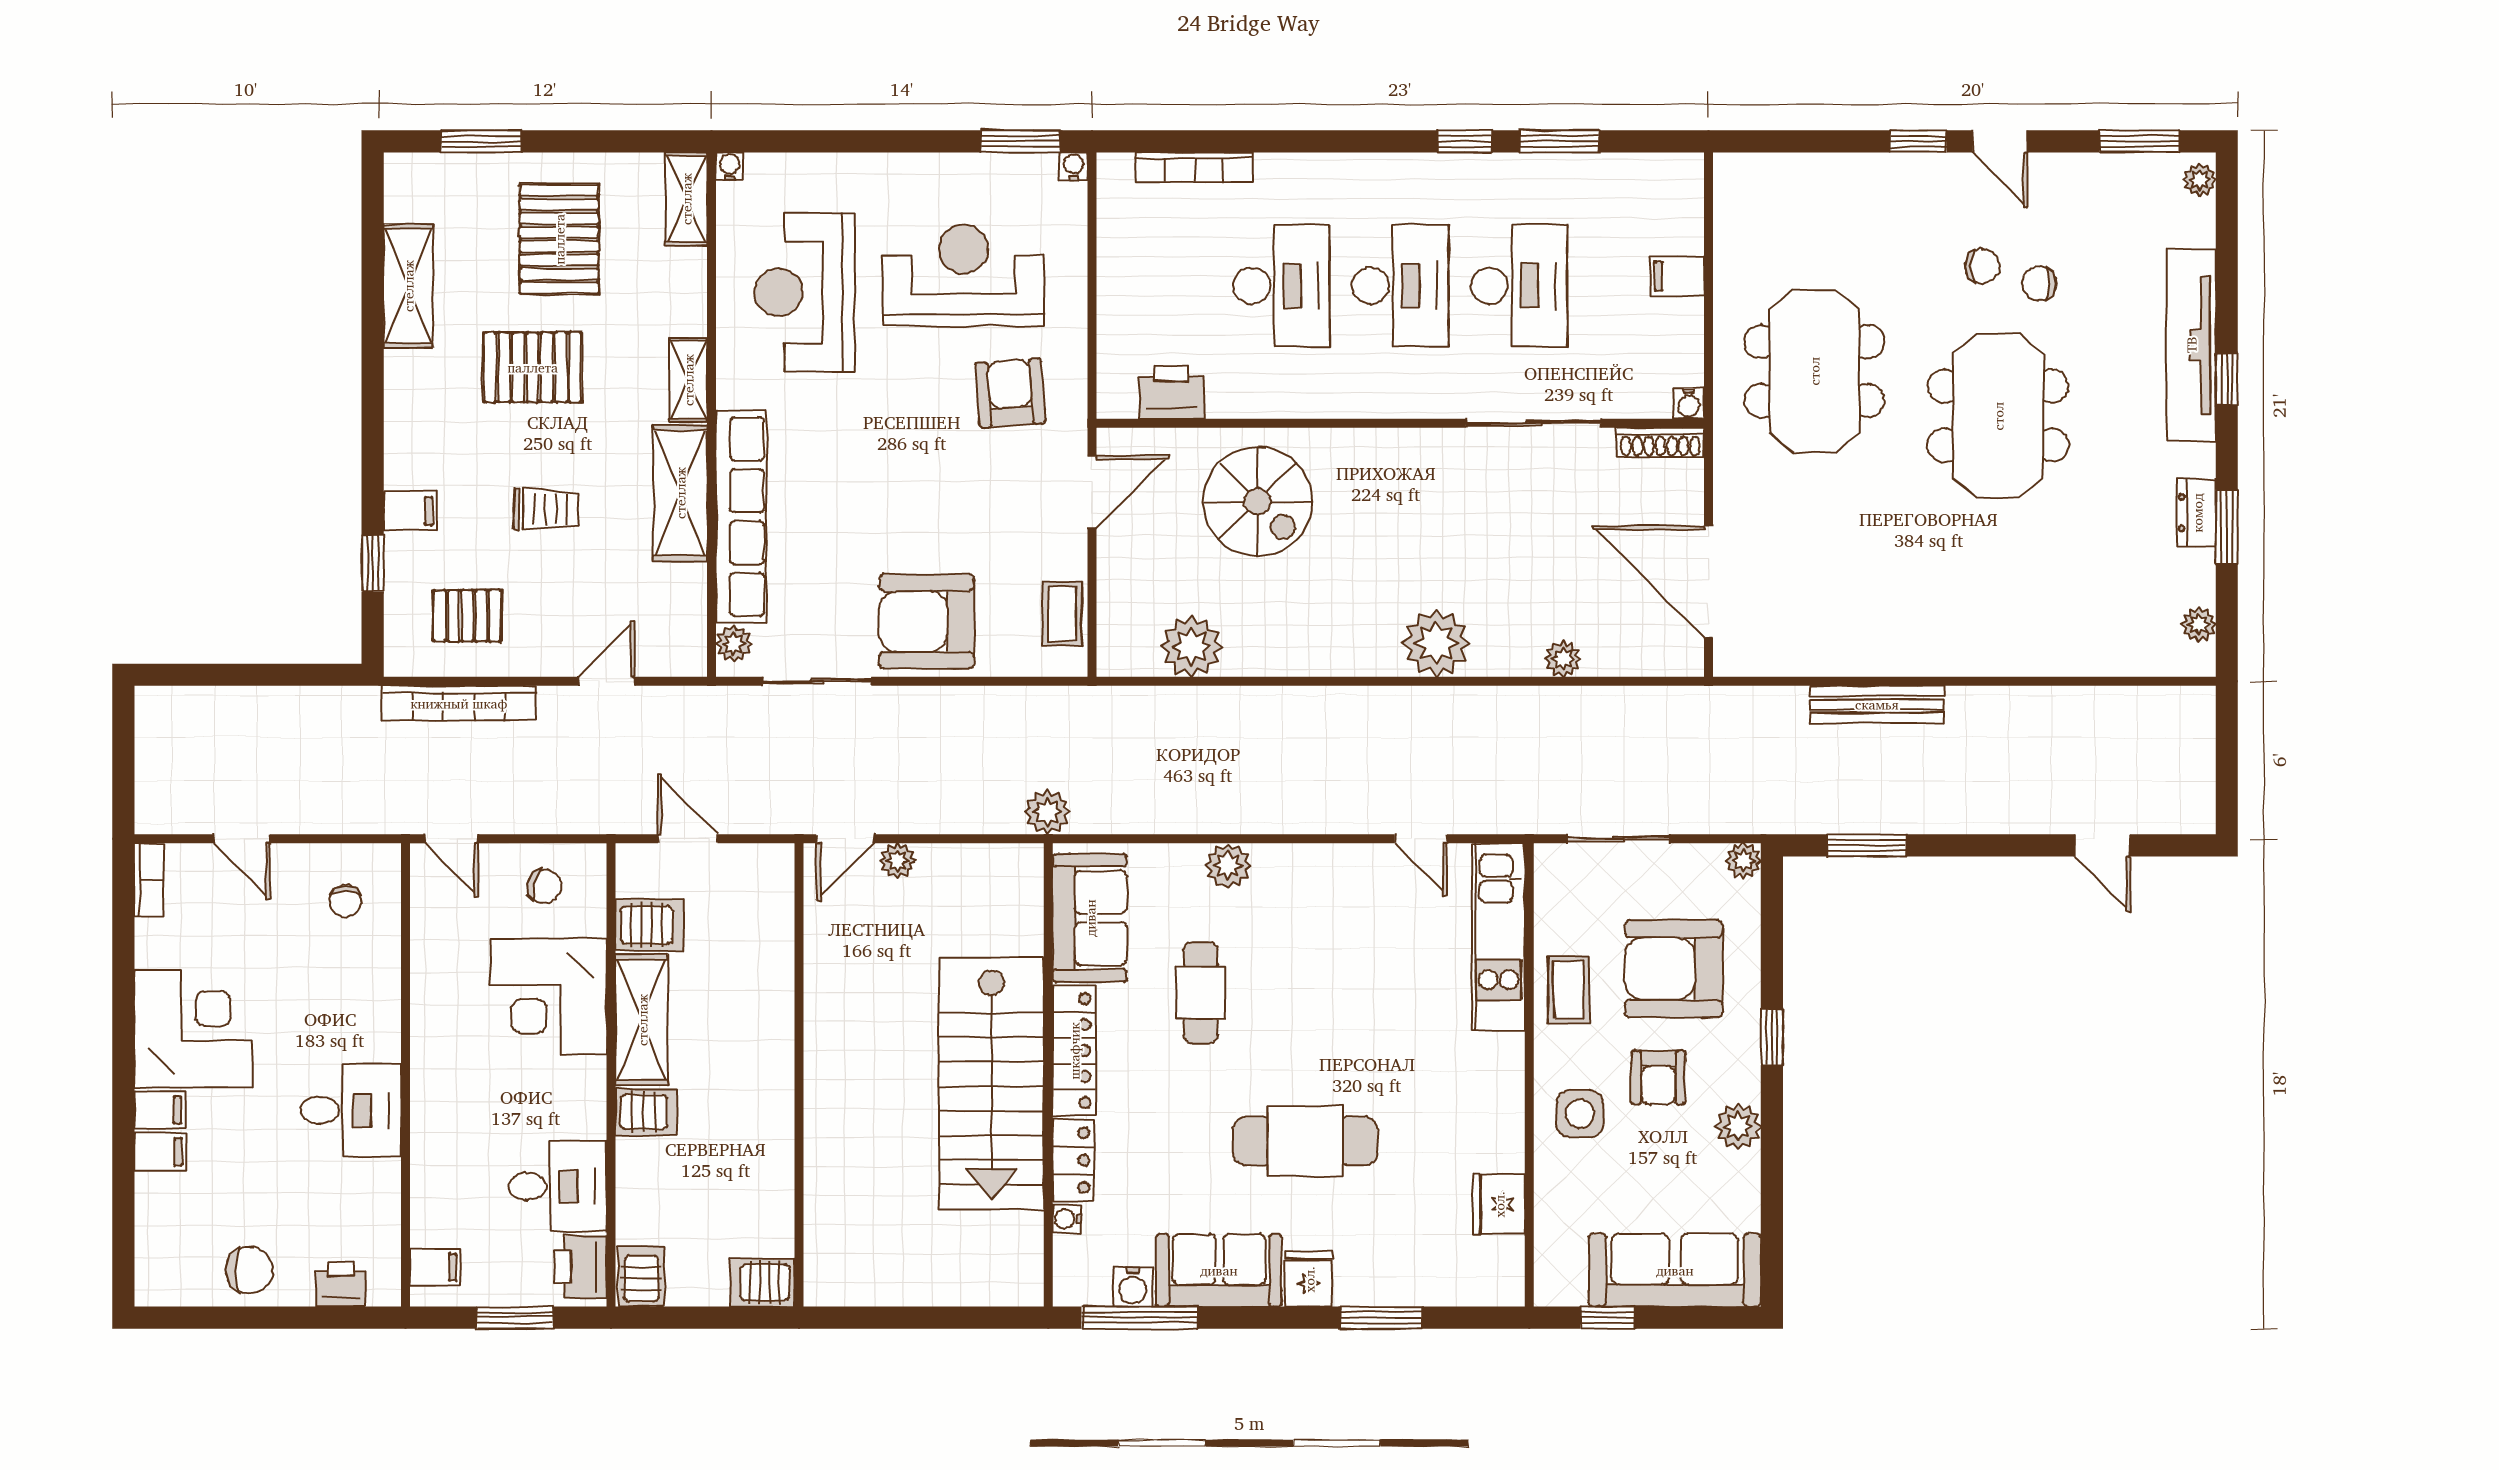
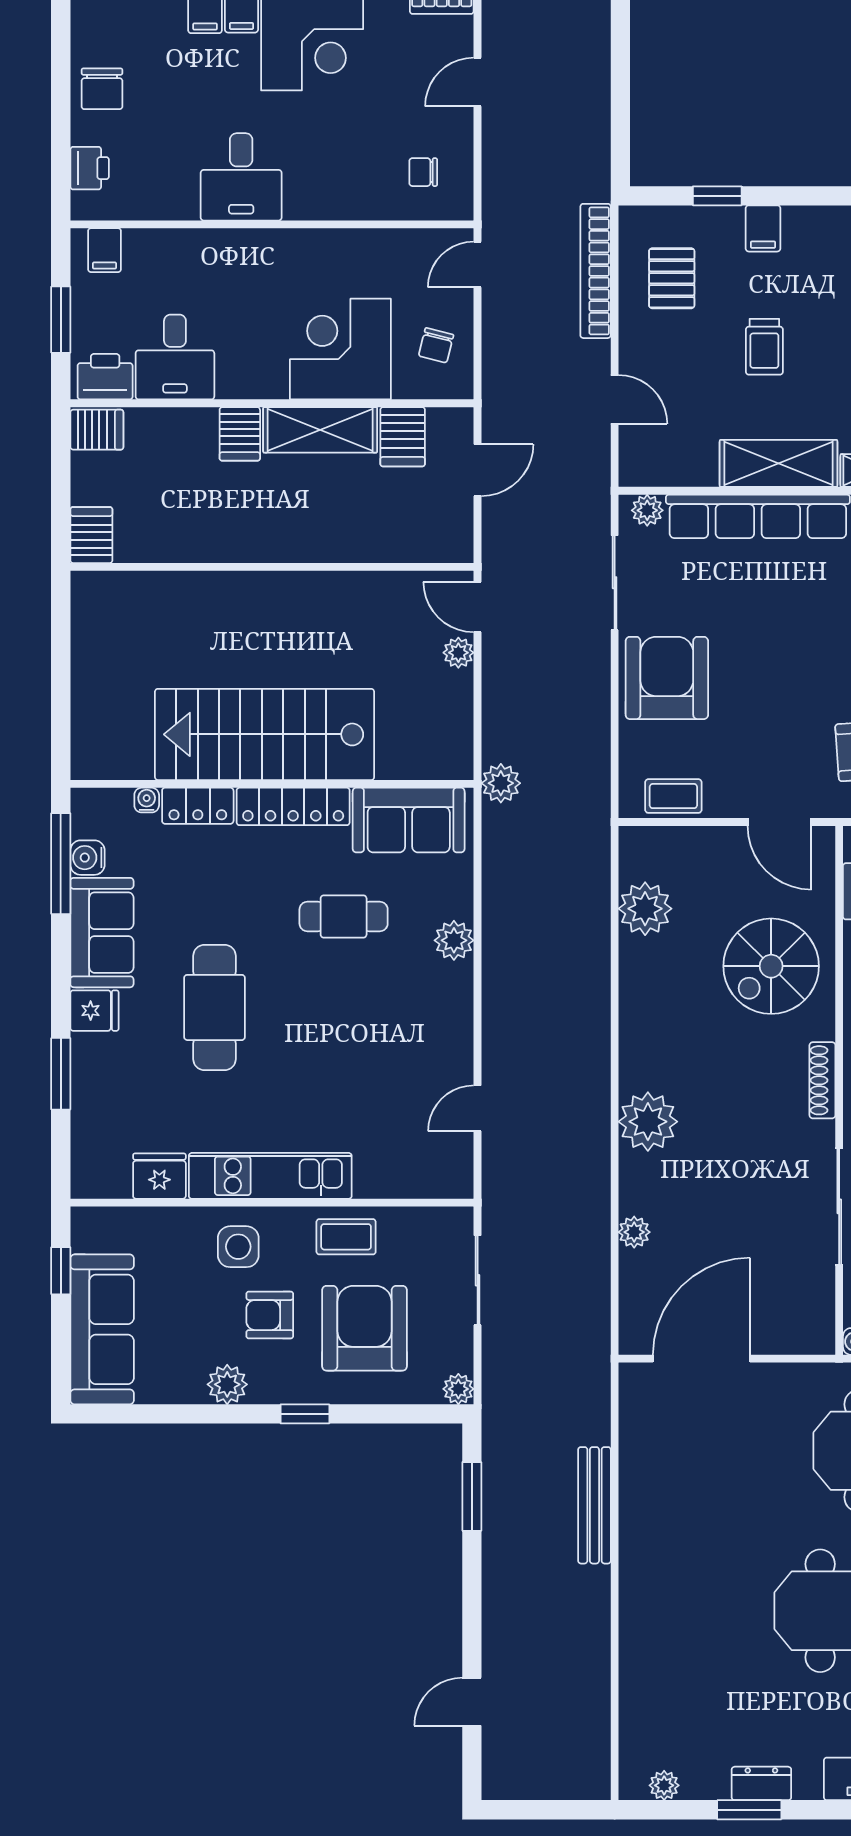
shoe rack: (1660, 443) -> (822, 1080), moved
kitchen unit: (1499, 937) -> (270, 1176), moved

